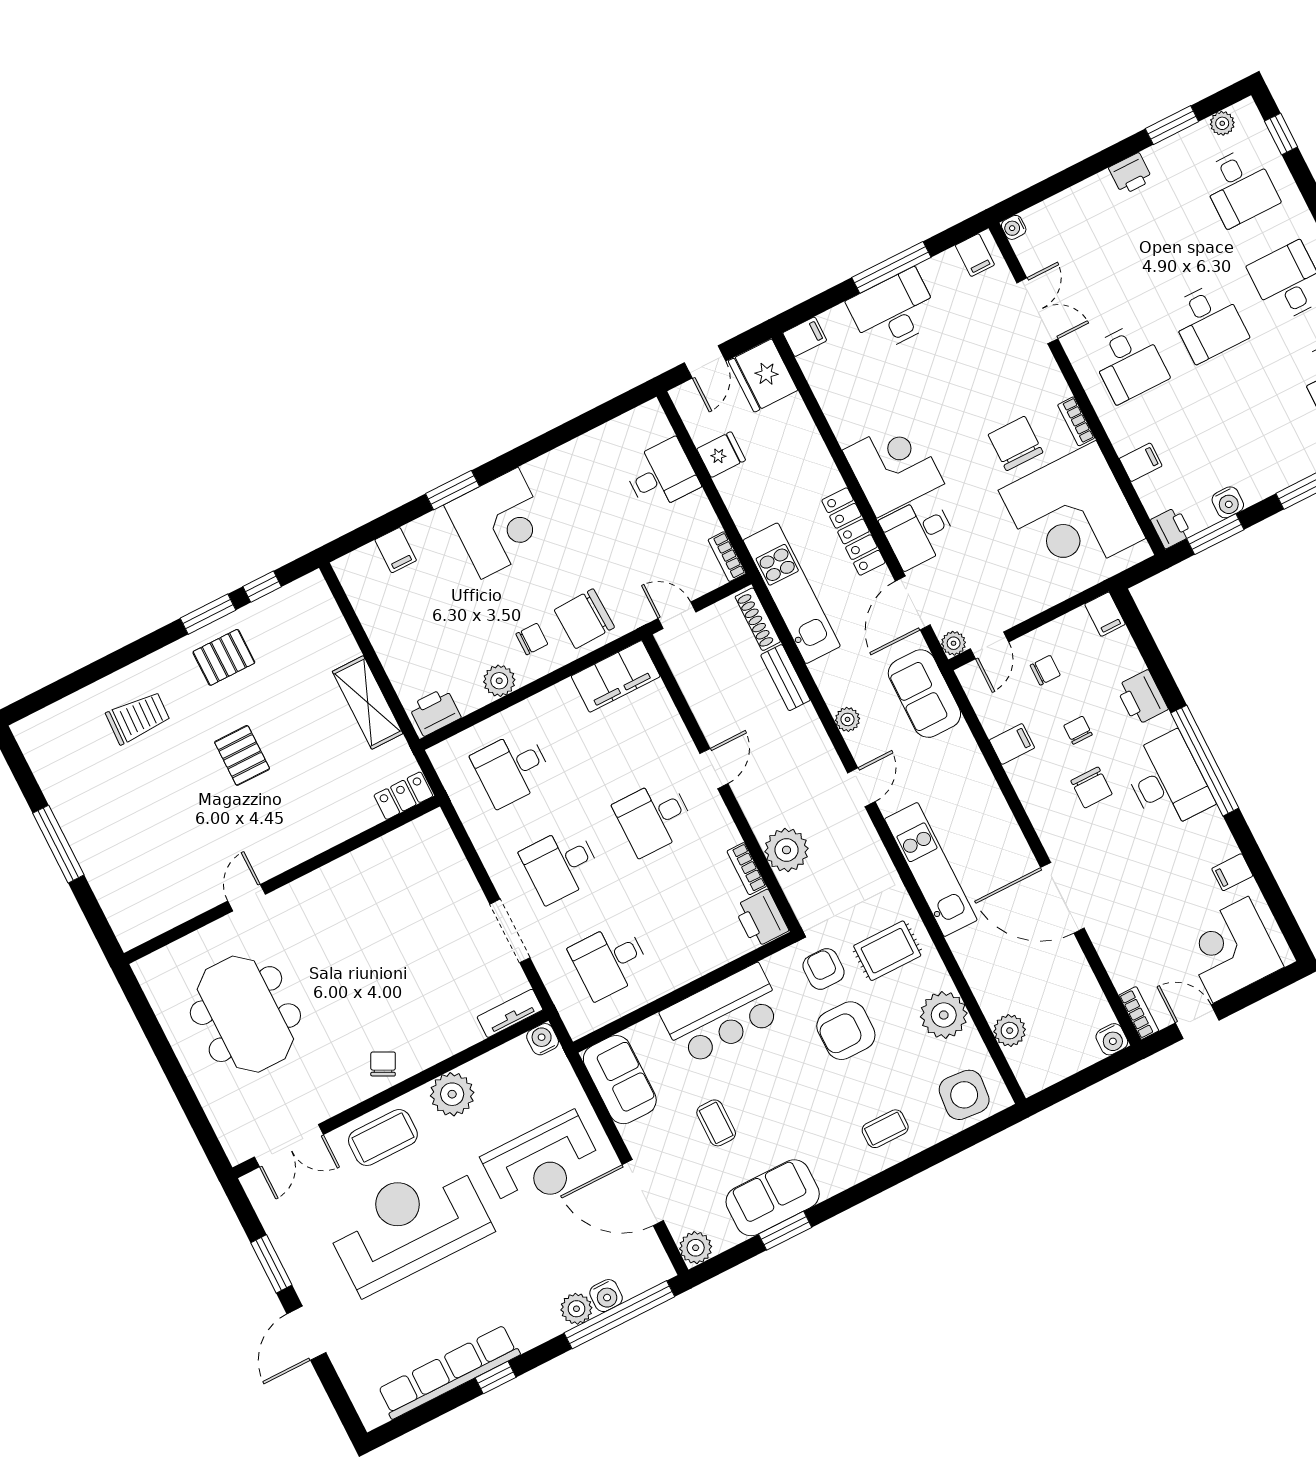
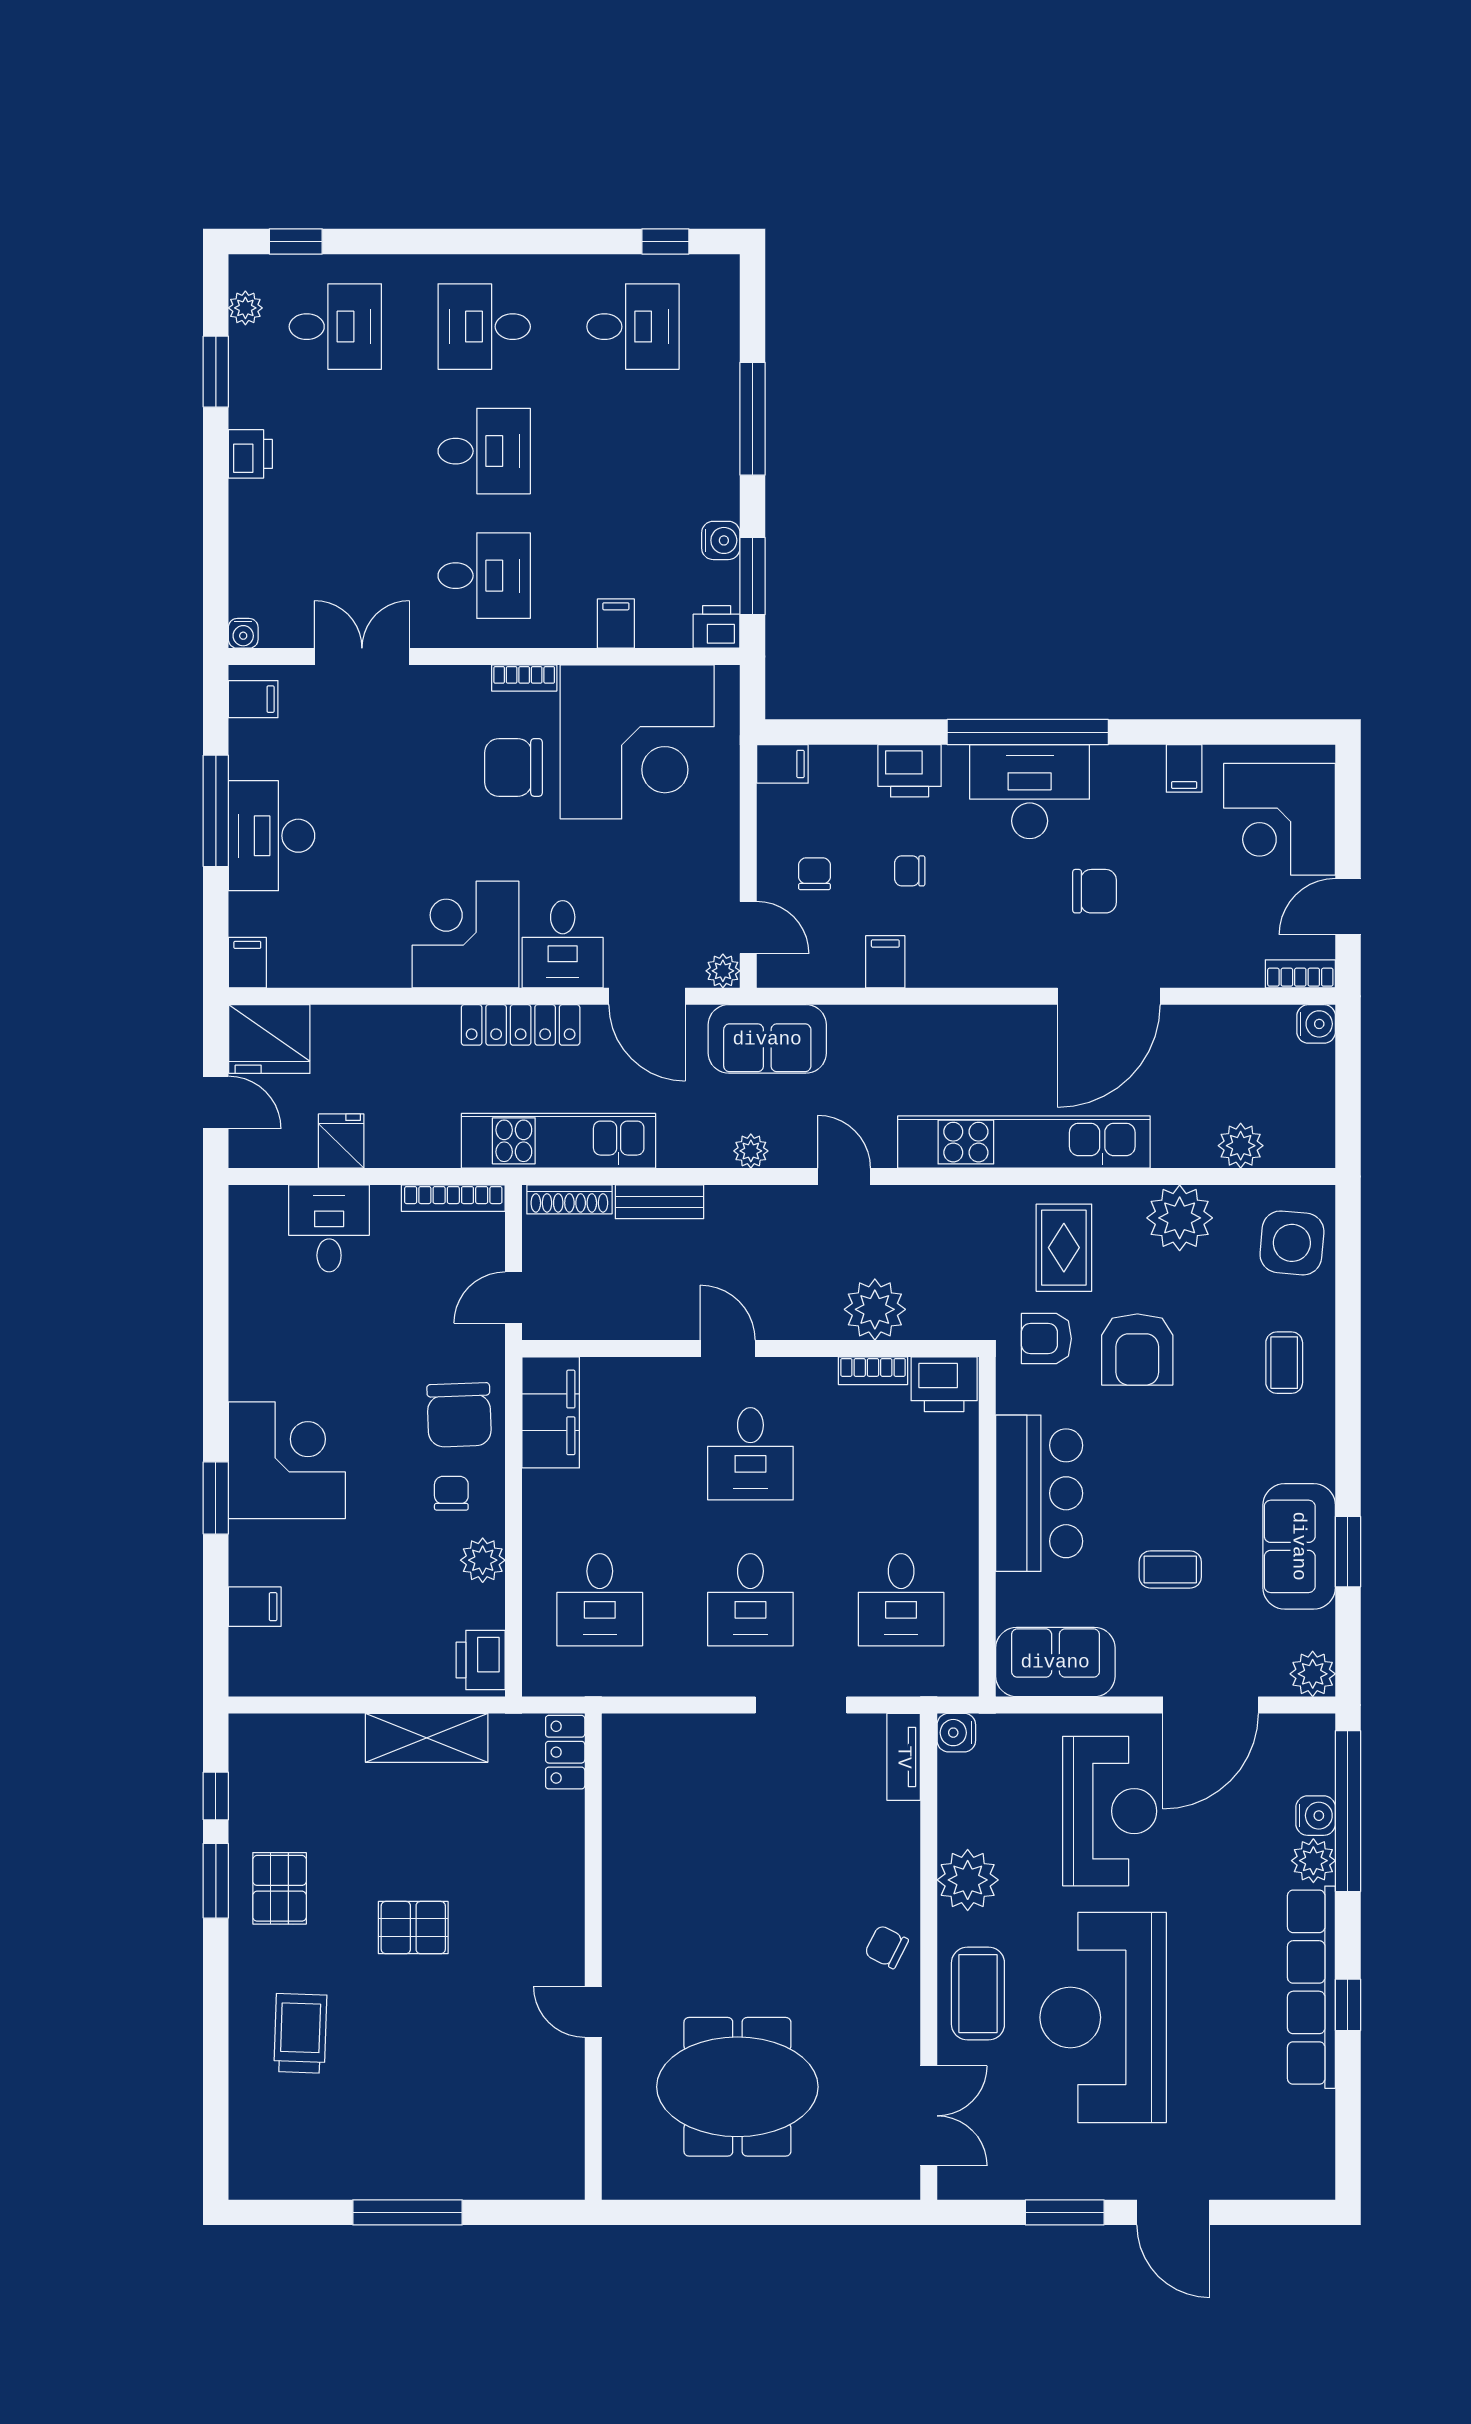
bookcase: (727, 557) -> (453, 1198), width x1.56
chair: (1091, 787) -> (1095, 891), moved
kitchen unit: (931, 869) -> (1024, 1142), width x1.36
row of seats: (449, 1372) -> (1311, 1987), moved

